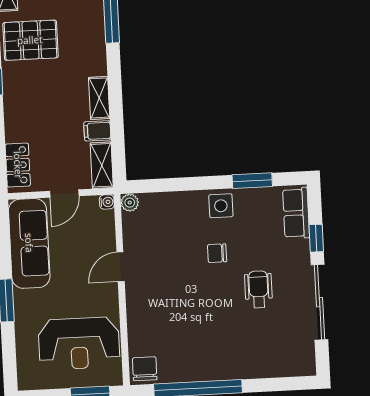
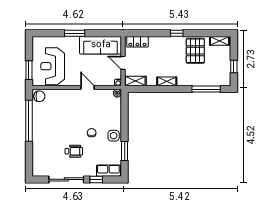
filing cabinet: (97, 131) -> (151, 80), removed

